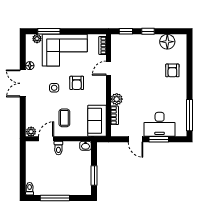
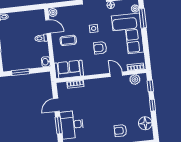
plant: (117, 99) -> (135, 79), moved

